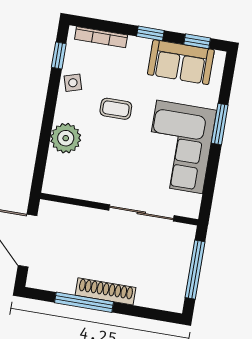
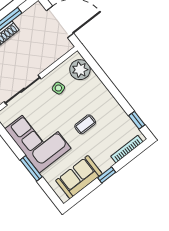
window: (197, 41) -> (82, 194), removed
side table: (73, 83) -> (58, 88), moved
plant: (66, 138) -> (80, 70), moved

